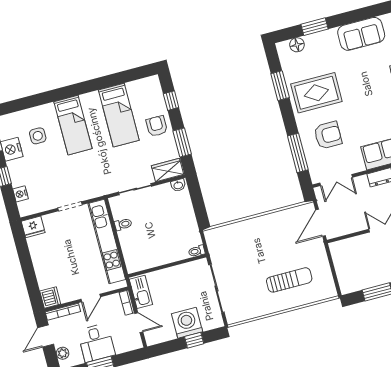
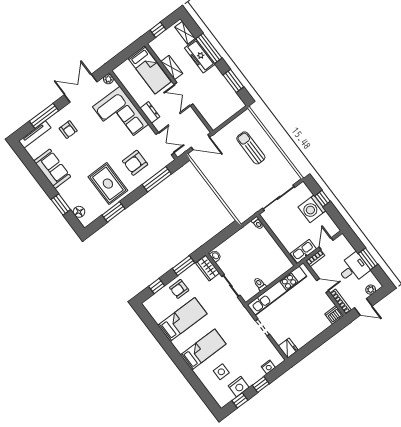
armchair: (328, 135) -> (135, 163), turned -90

